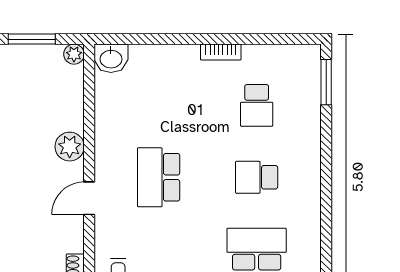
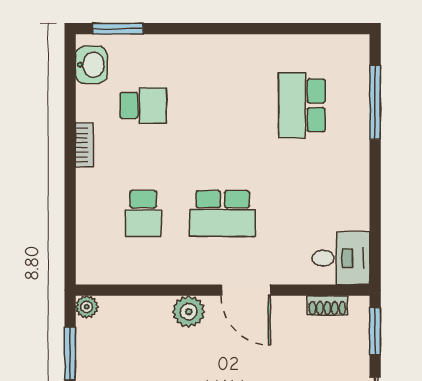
washbasin: (111, 58) -> (91, 65), moved
school desk: (257, 177) -> (143, 214), moved
door: (89, 198) -> (246, 290), width x1.38

